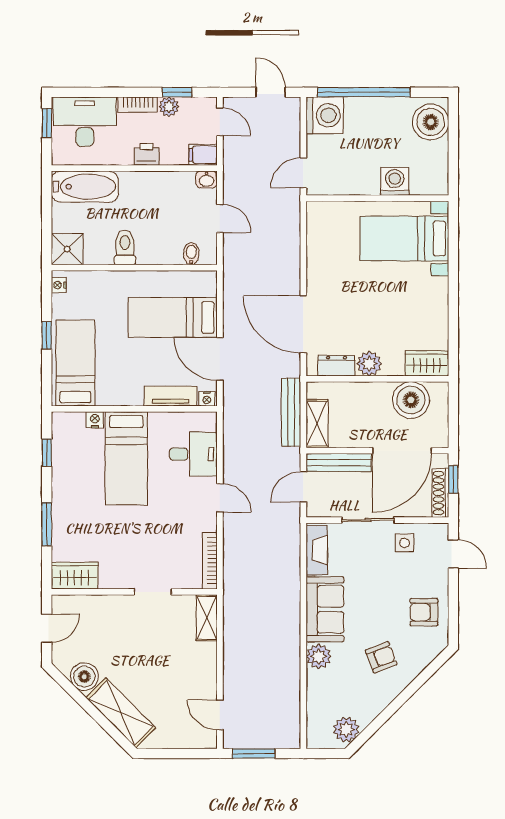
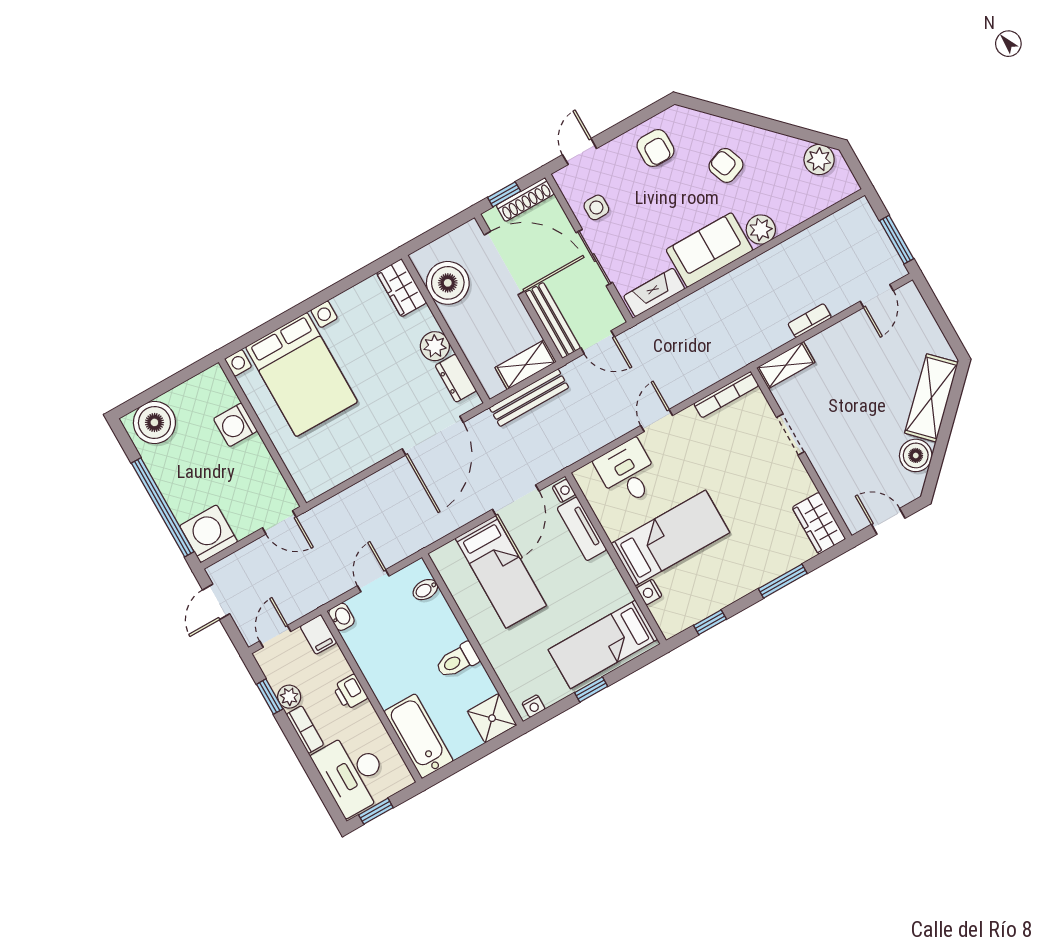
bed with nightstands: (404, 239) -> (302, 375), width x1.36
bookcase: (230, 654) -> (810, 321), added

